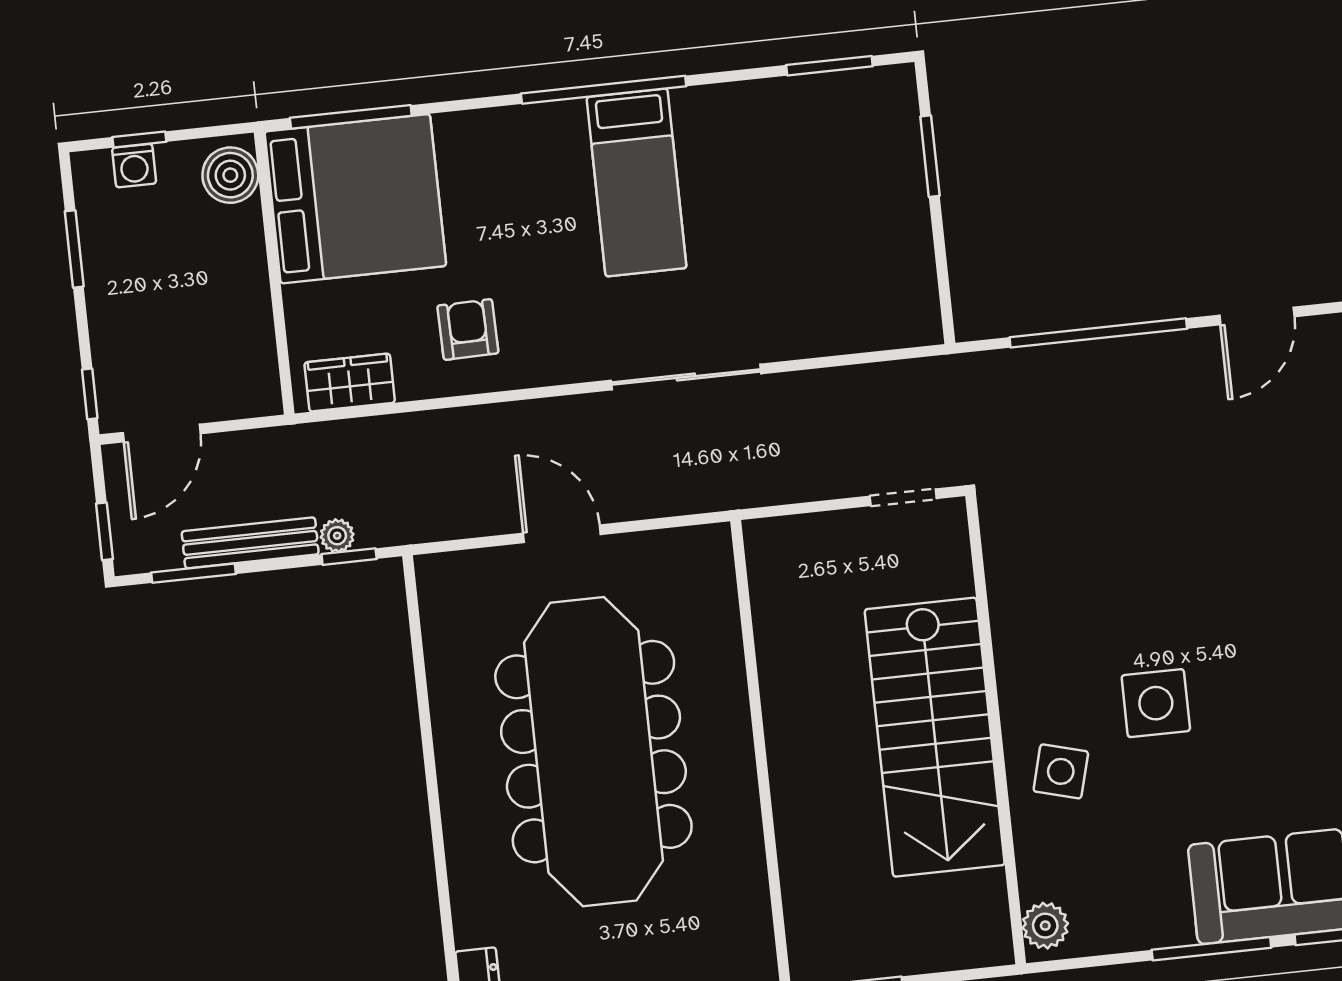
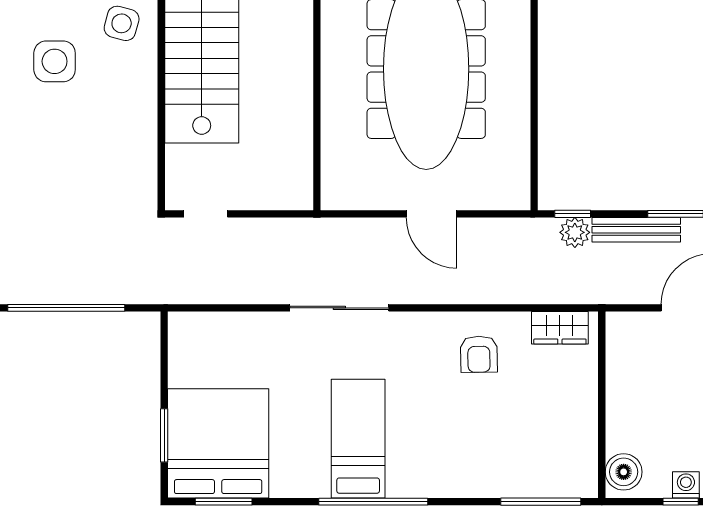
bed: (355, 199) -> (218, 443), moved, turned 90
plant: (337, 536) -> (575, 232), width x1.38, depth x1.38

